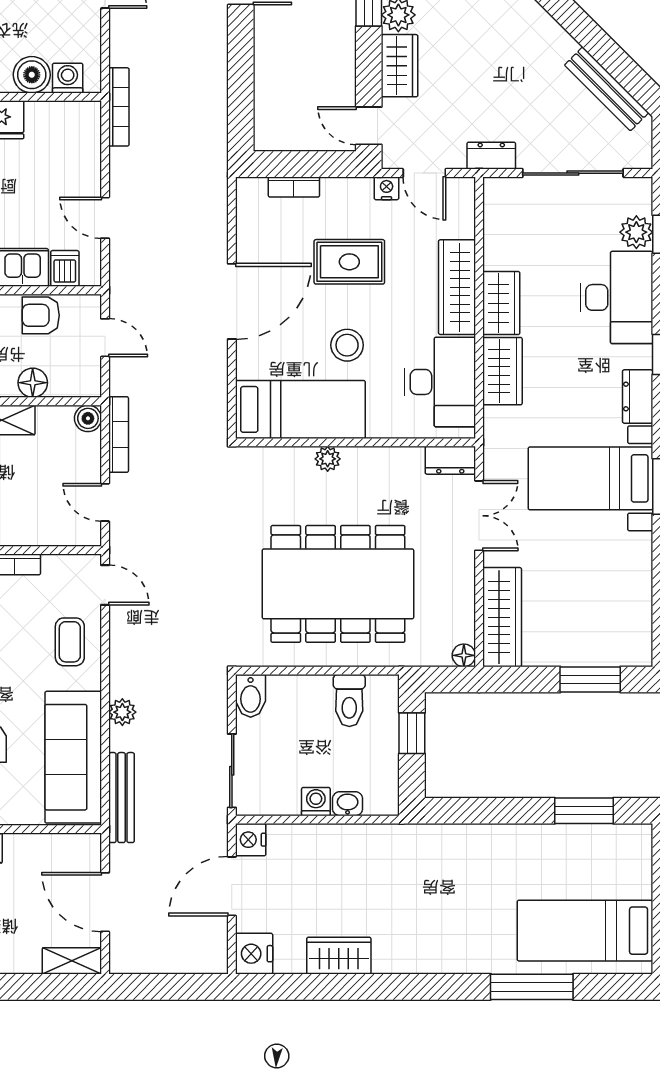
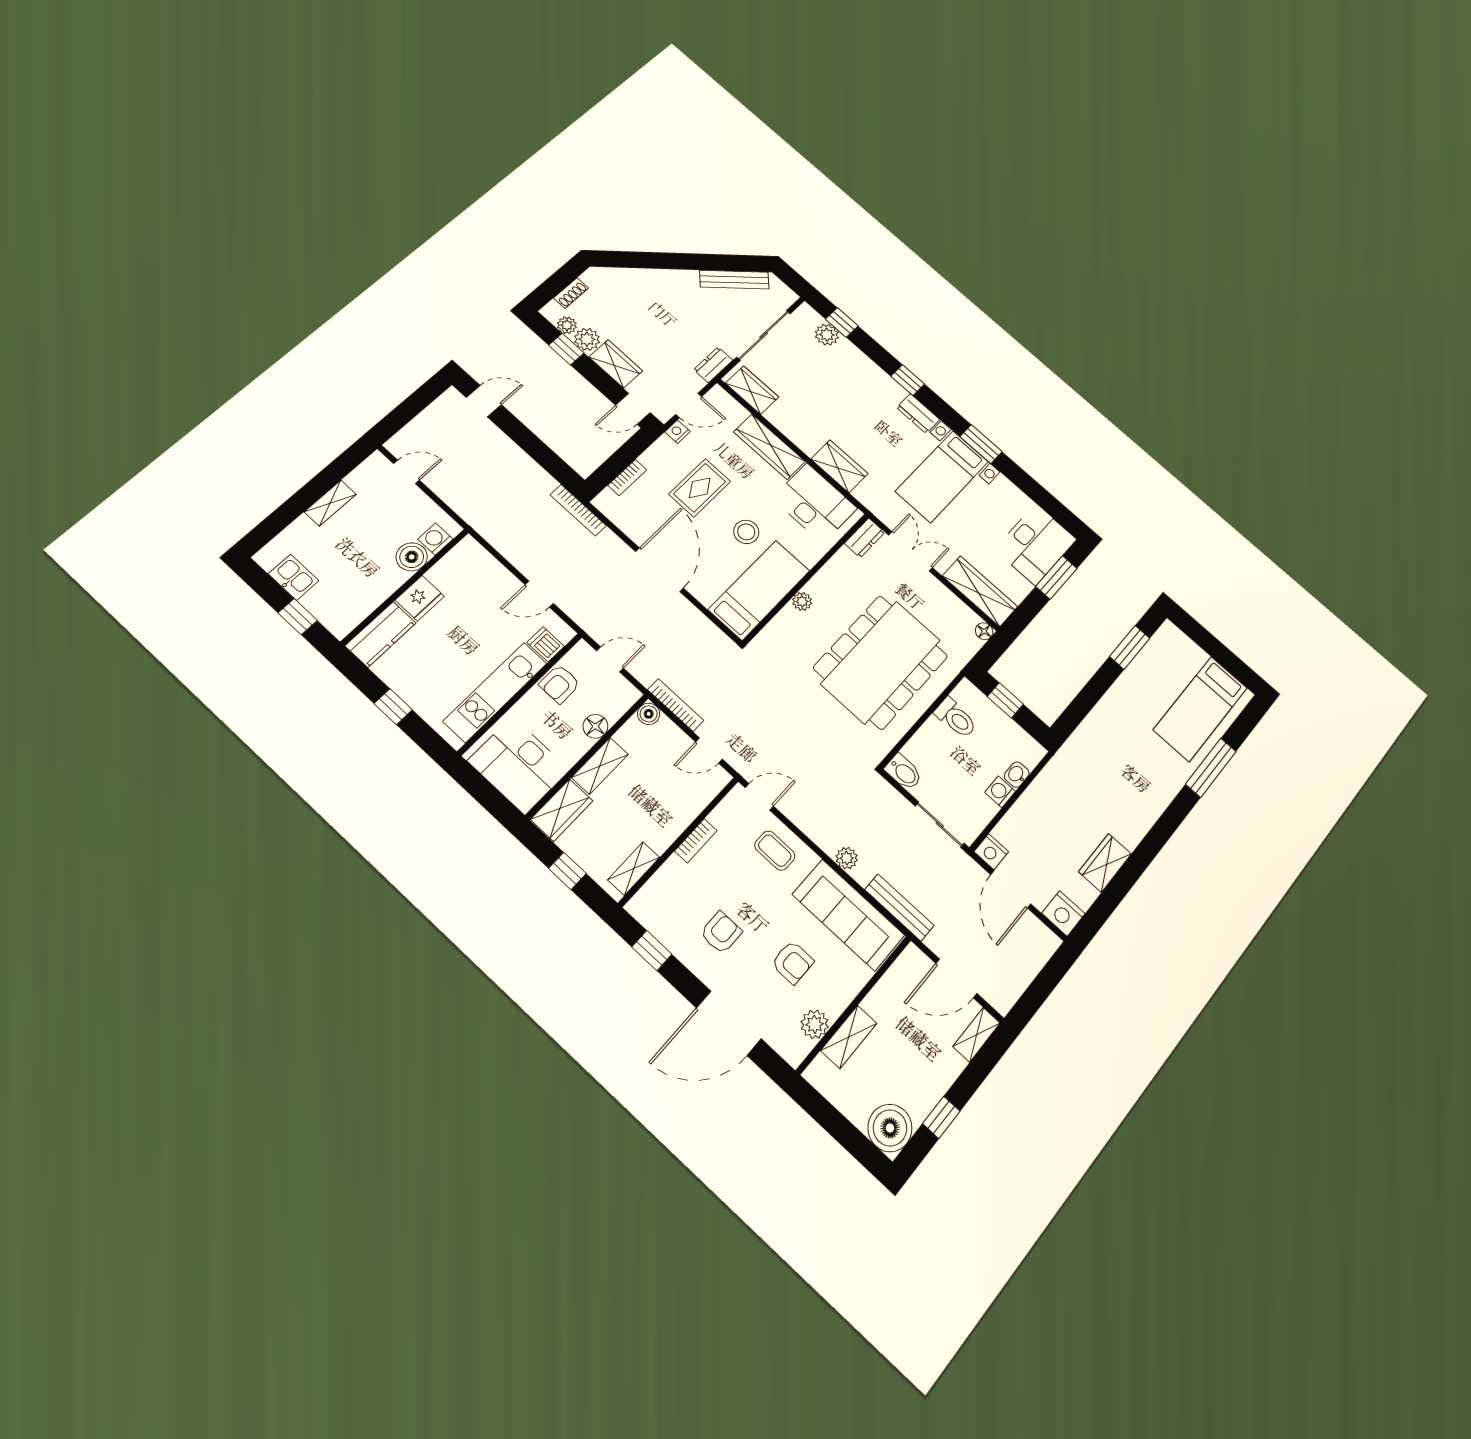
bookcase: (119, 107) -> (578, 510), moved, turned 180
desk: (616, 297) -> (1036, 544), moved, turned 90
wardrobe: (501, 303) -> (752, 390), moved

